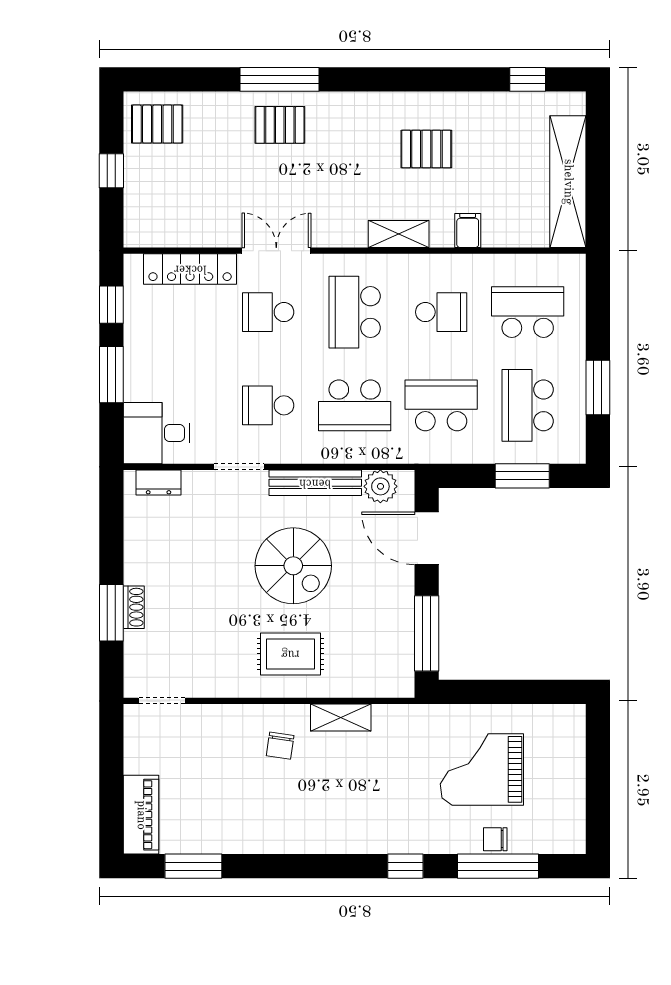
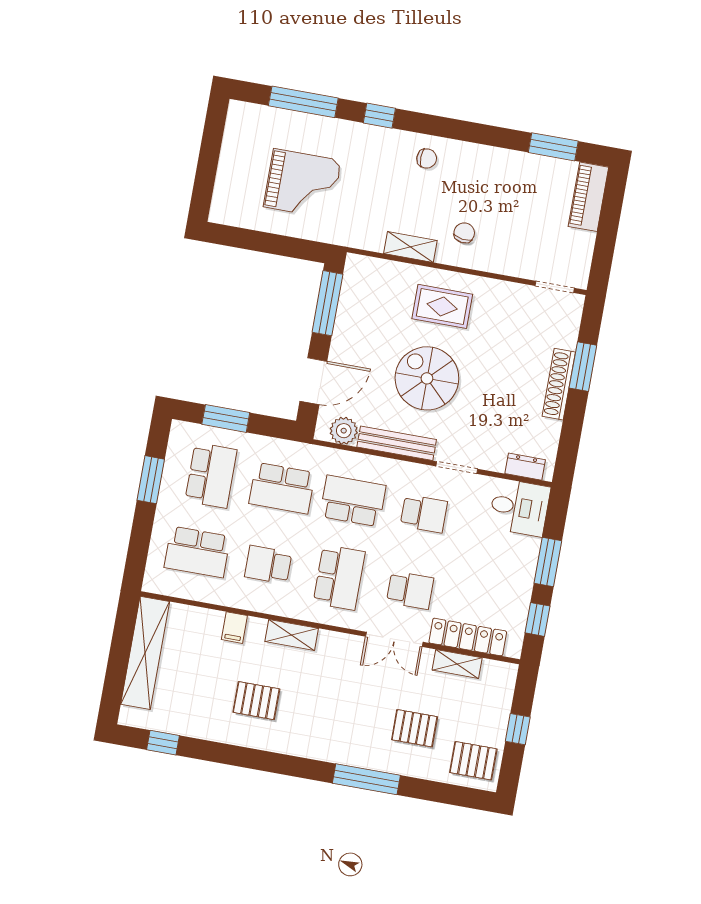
pallet: (280, 125) -> (415, 728), moved
shelving: (197, 235) -> (457, 664), added
door: (427, 538) -> (313, 381), hinge flipped
shoe rack: (134, 607) -> (559, 384), width x1.94, depth x1.24
chair: (495, 839) -> (427, 158), moved

